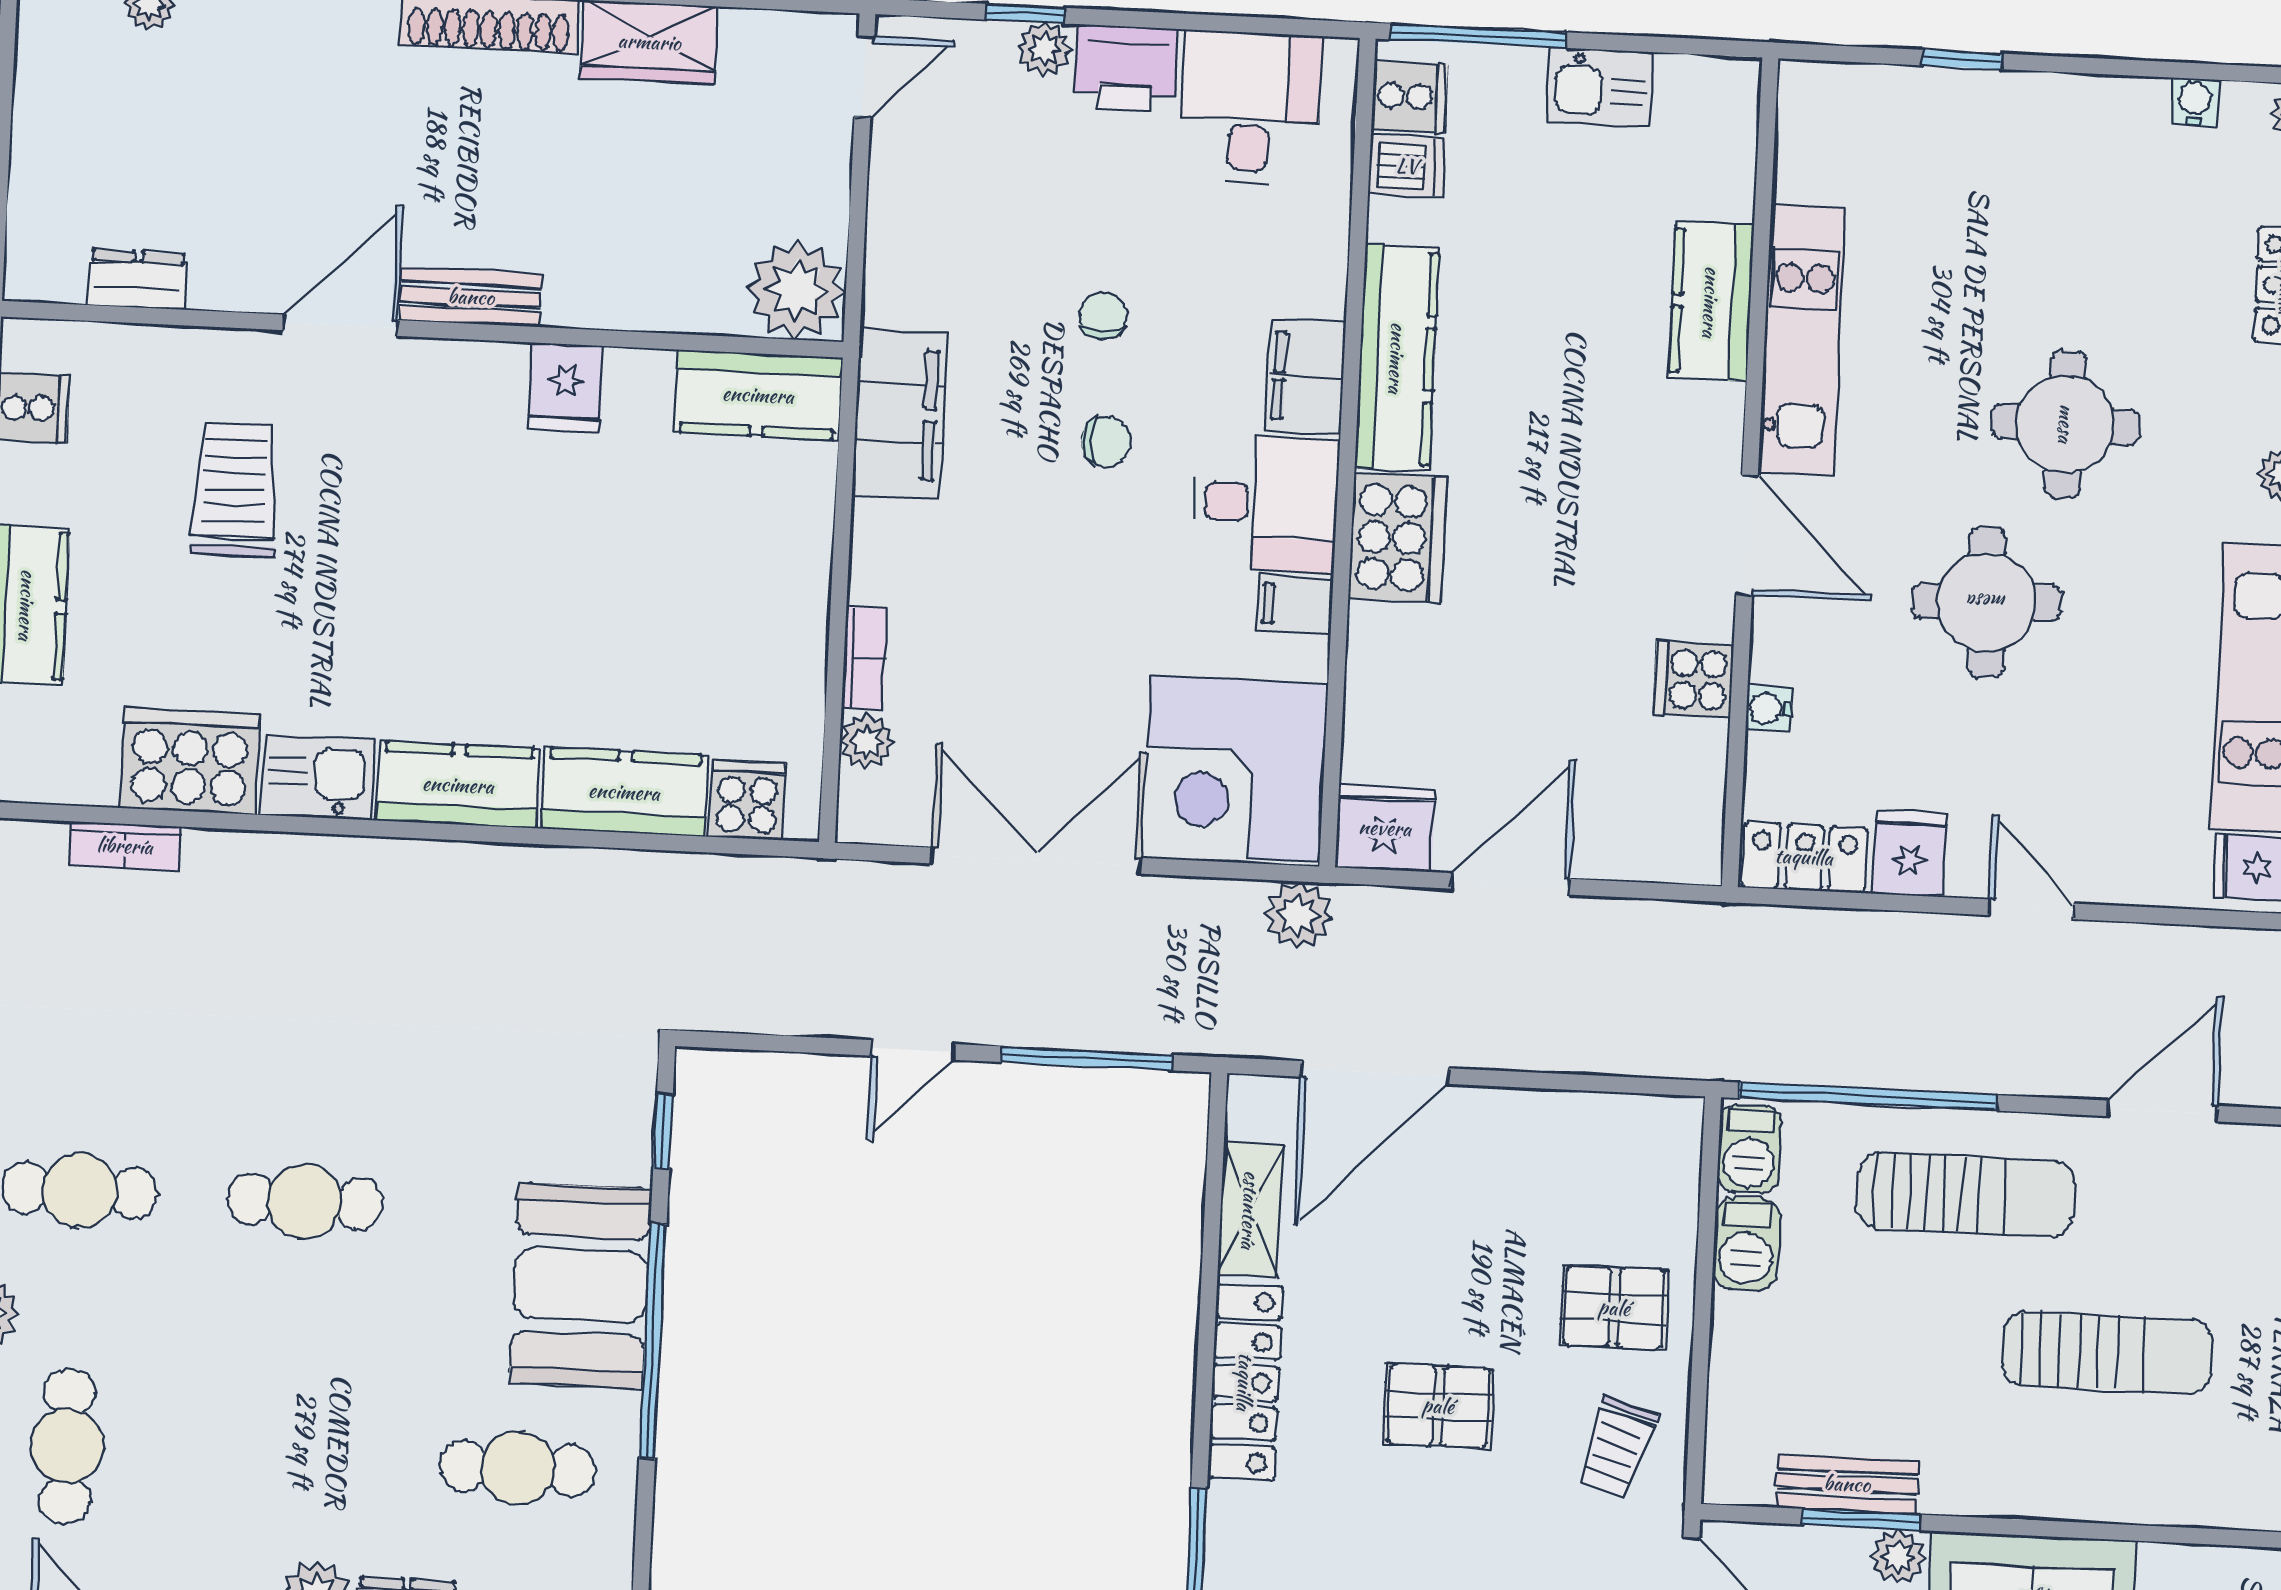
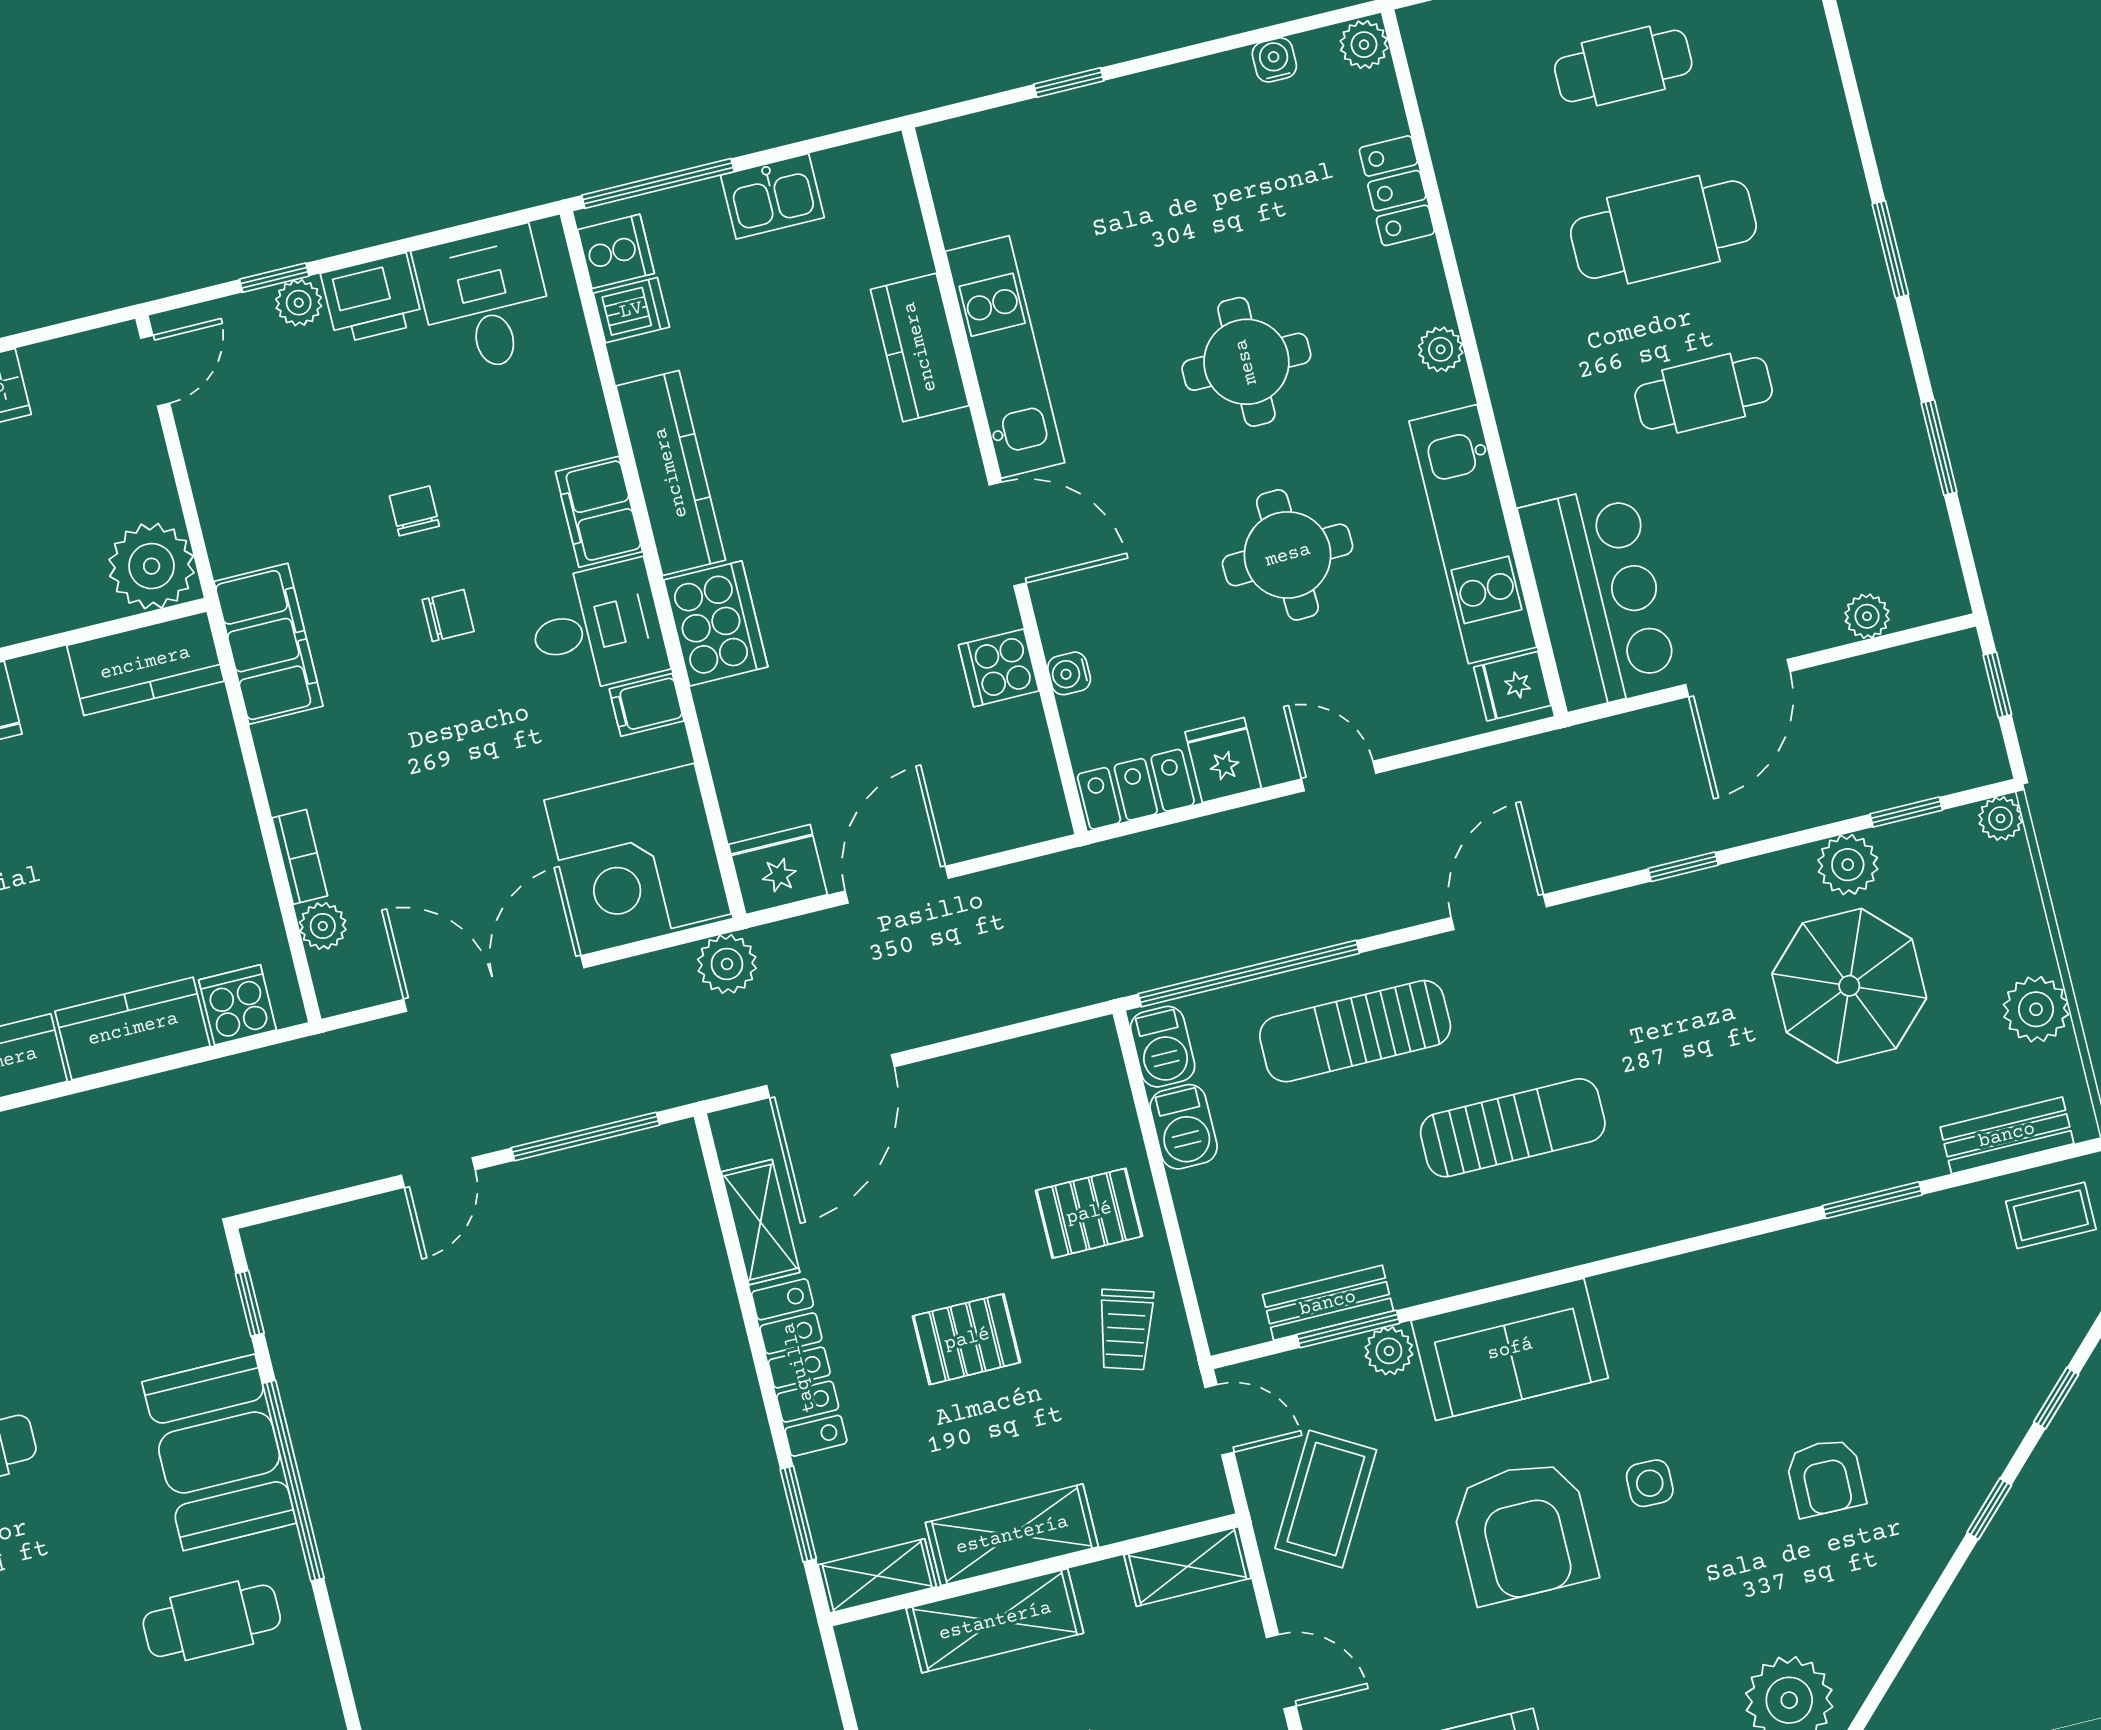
round table: (1987, 602) -> (1288, 555), moved
sun lounger: (1966, 1195) -> (1355, 1031), turned 180

